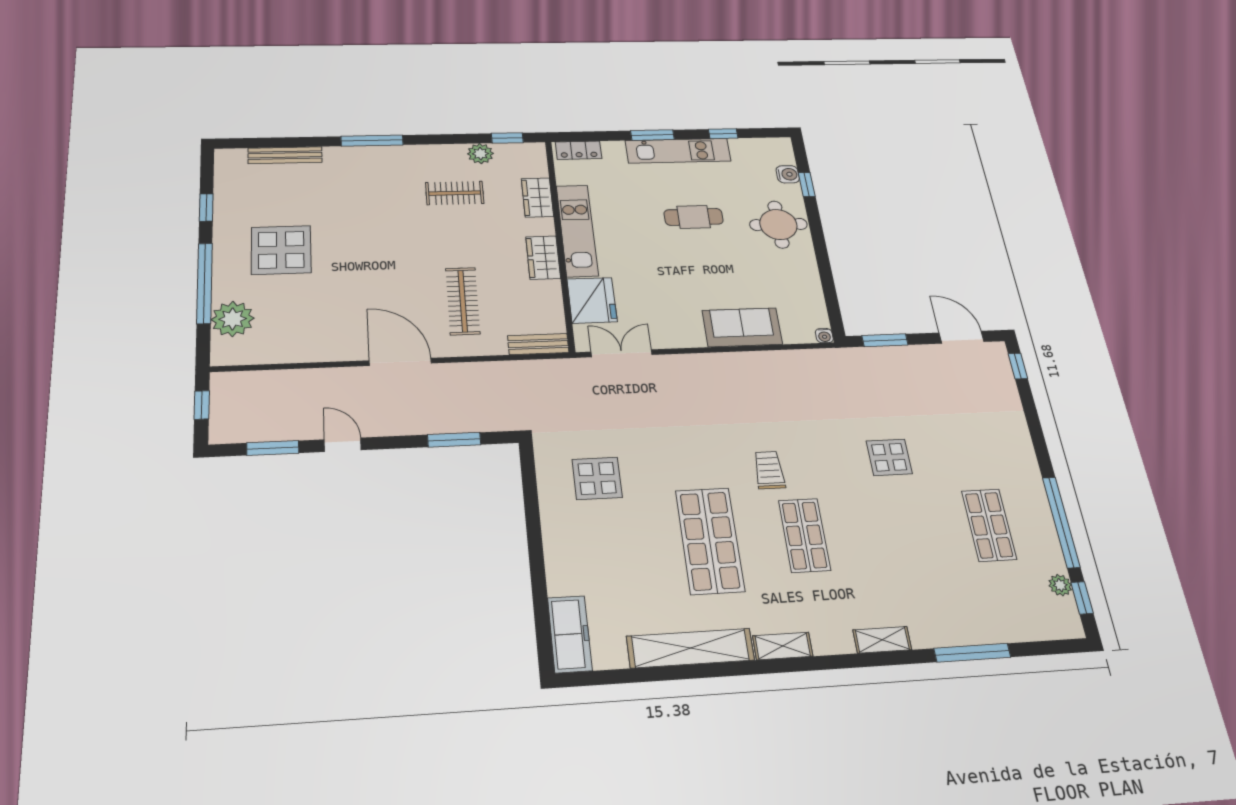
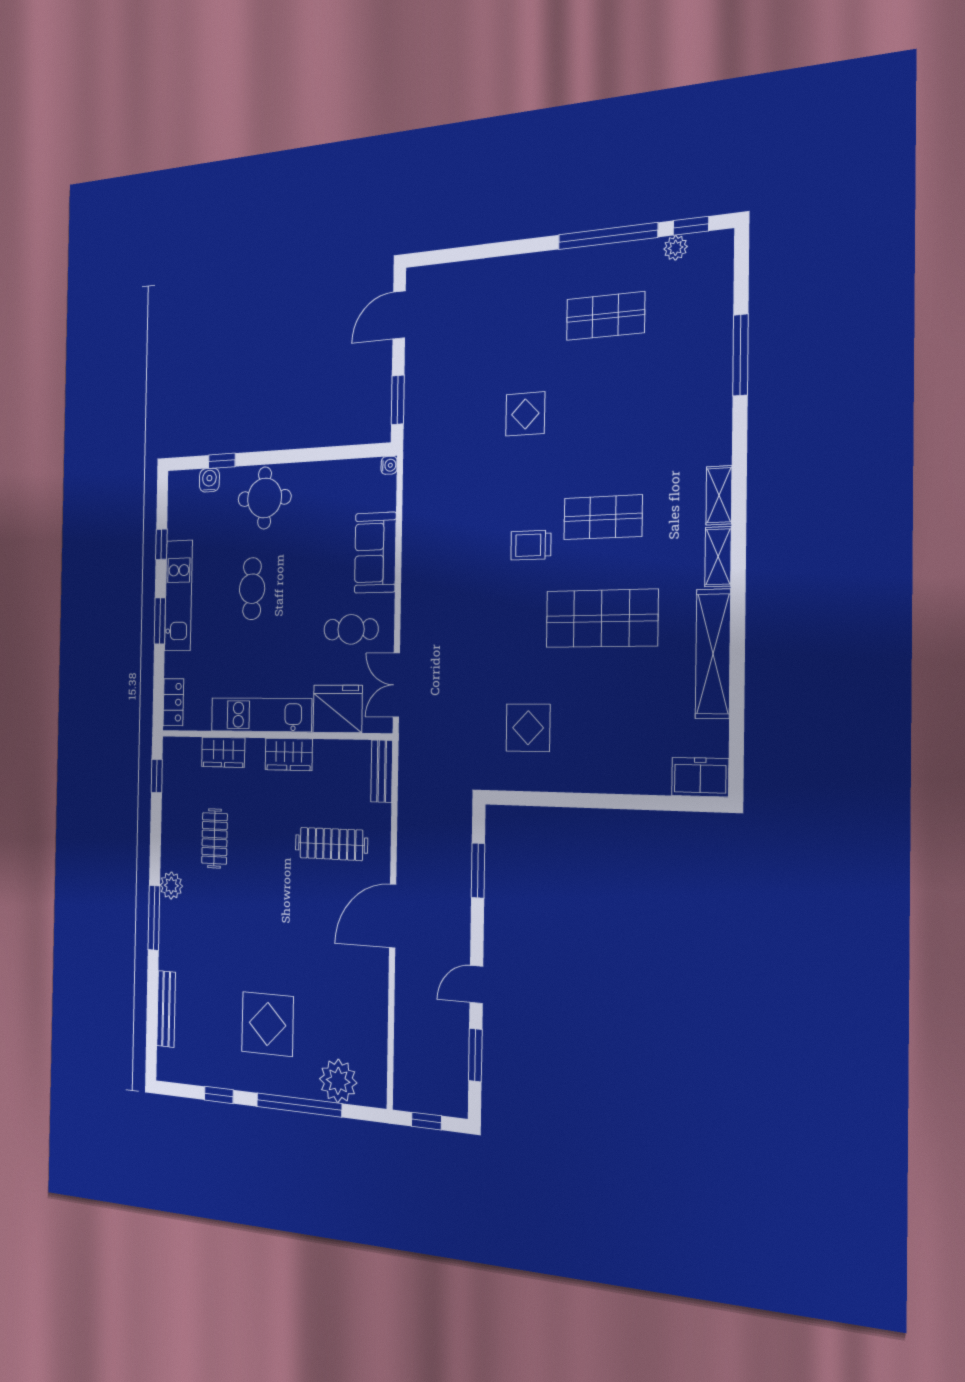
plant: (480, 154) -> (171, 886), moved
cafe table: (668, 309) -> (351, 629), added
window: (1018, 366) -> (434, 257), removed
freezer: (570, 634) -> (700, 777), width x0.71
shelving: (882, 640) -> (719, 495), moved

